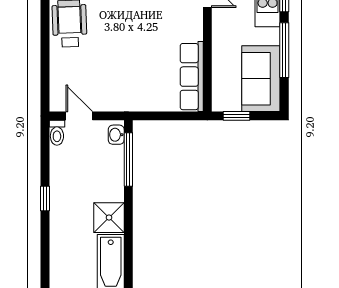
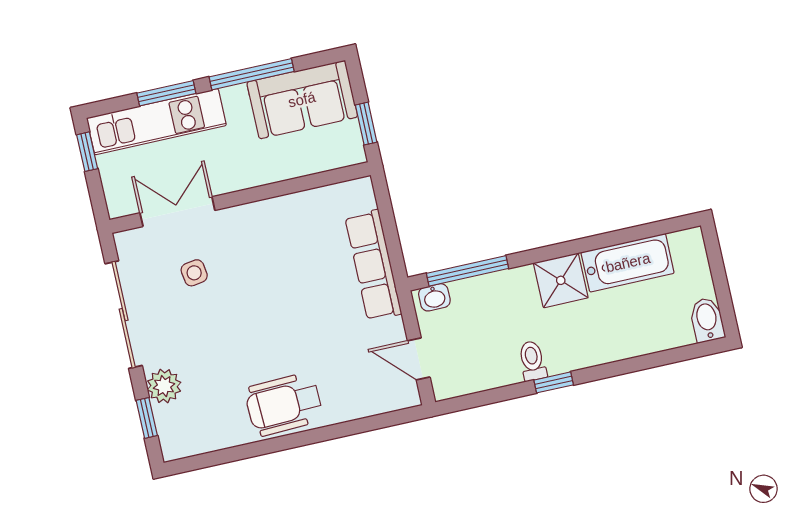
row of seats: (192, 77) -> (373, 265), moved, turned 90
door: (79, 116) -> (419, 359), hinge flipped
toilet: (57, 133) -> (532, 361), moved, turned -90

